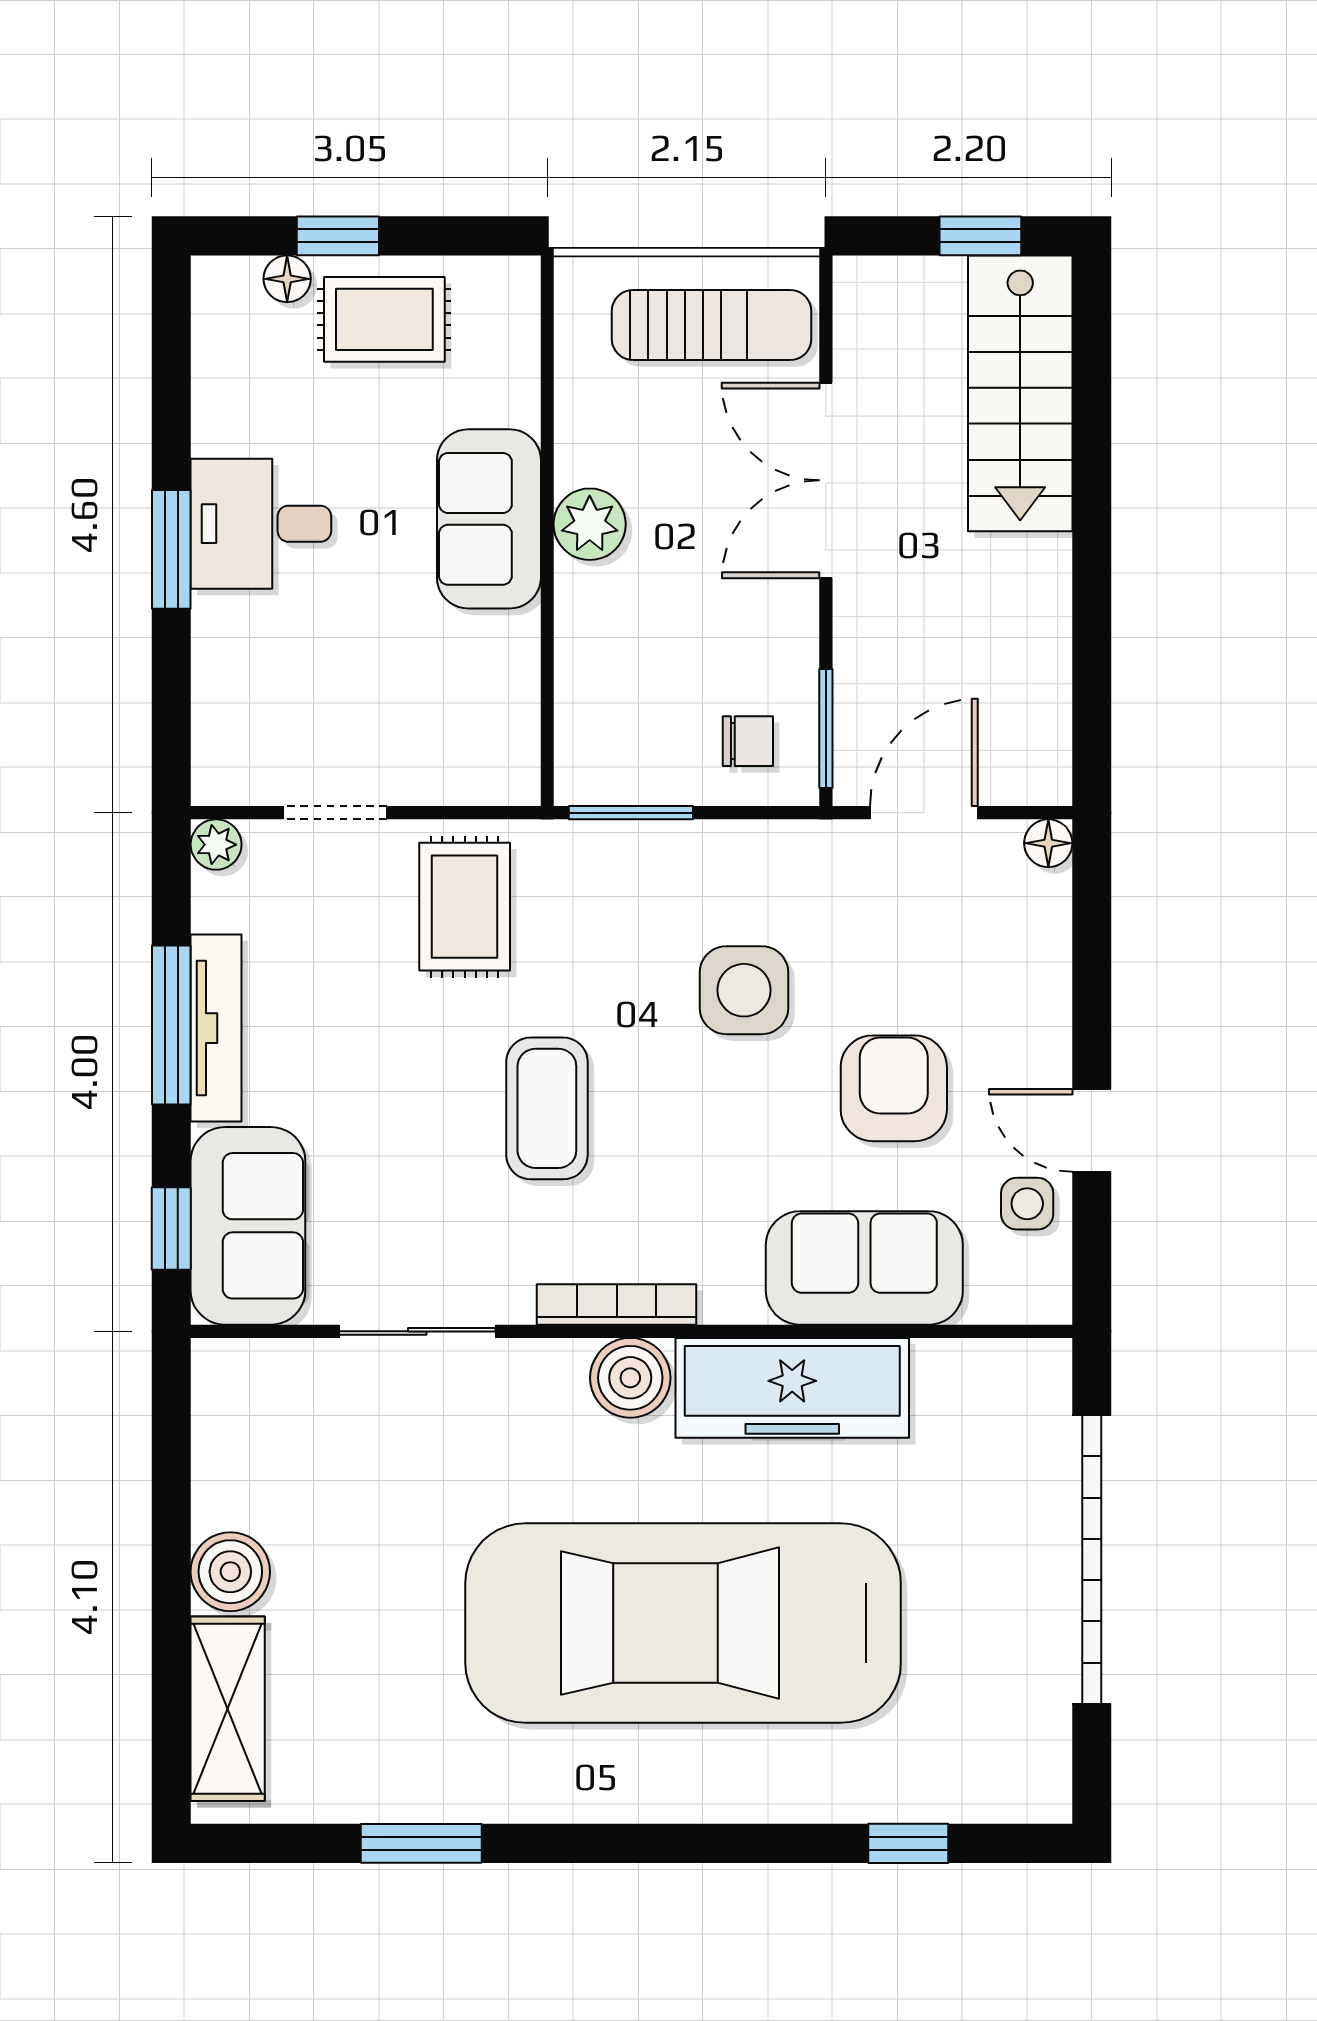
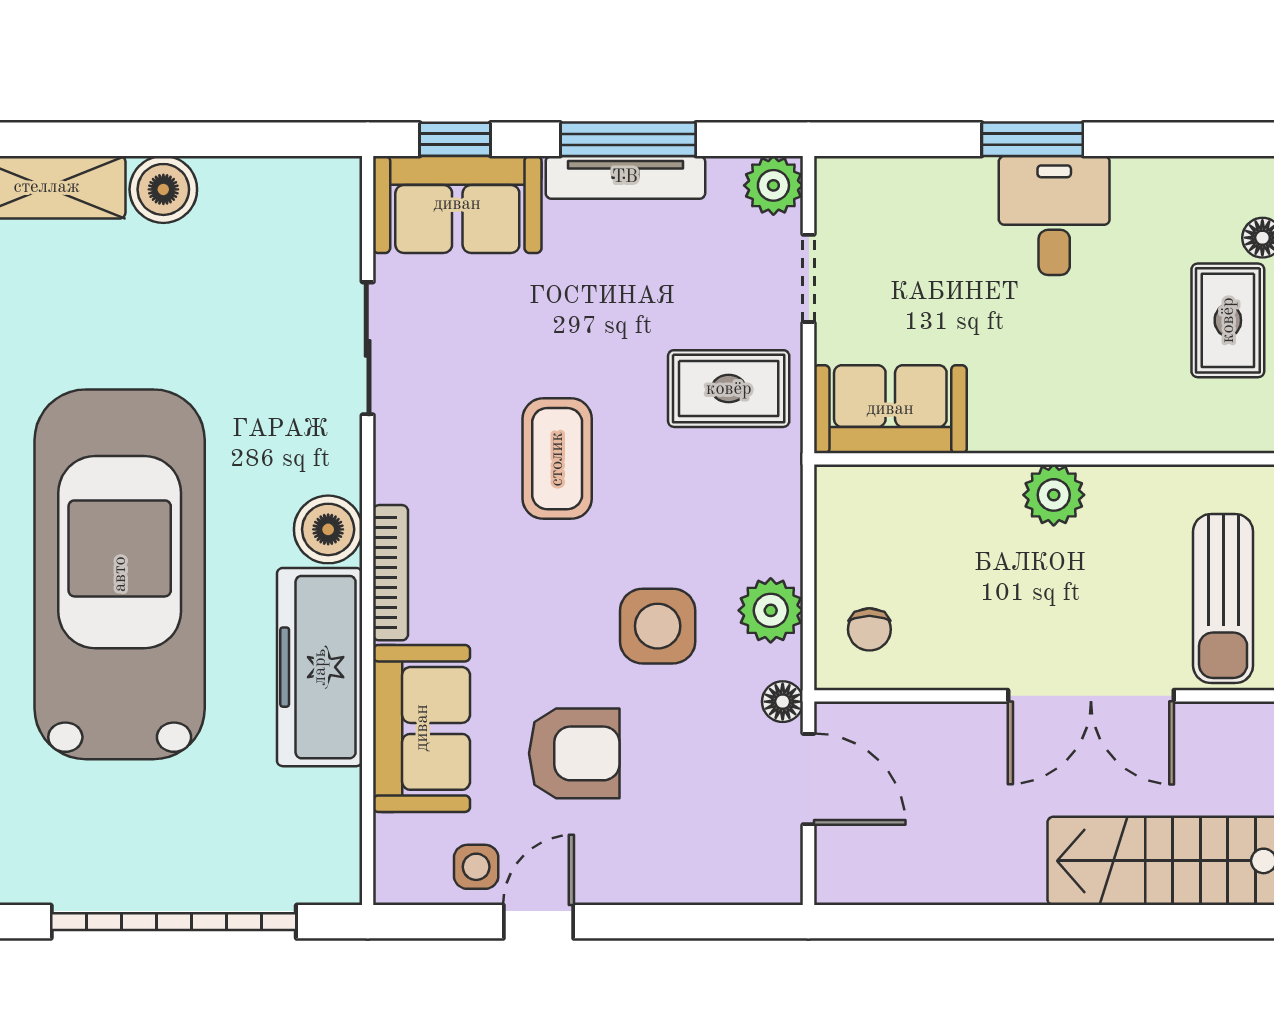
double door: (826, 480) -> (1091, 696), swing flipped
sofa: (489, 519) -> (890, 409), moved
window: (826, 729) -> (880, 696), removed
window: (631, 813) -> (809, 530), removed
floor lamp: (1048, 843) -> (783, 702), moved
plant: (216, 845) -> (773, 185), width x1.38, depth x1.38
plant: (726, 857) -> (771, 610), added
coffee table: (547, 1108) -> (557, 459), turned 90
bookcase: (617, 1304) -> (391, 573), moved

